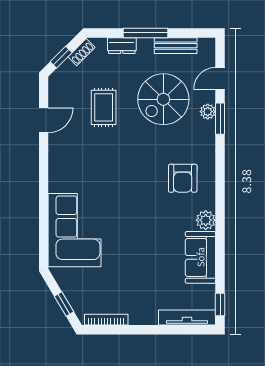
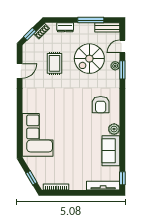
window: (145, 33) -> (91, 20), moved
bench: (176, 46) -> (107, 27), moved

